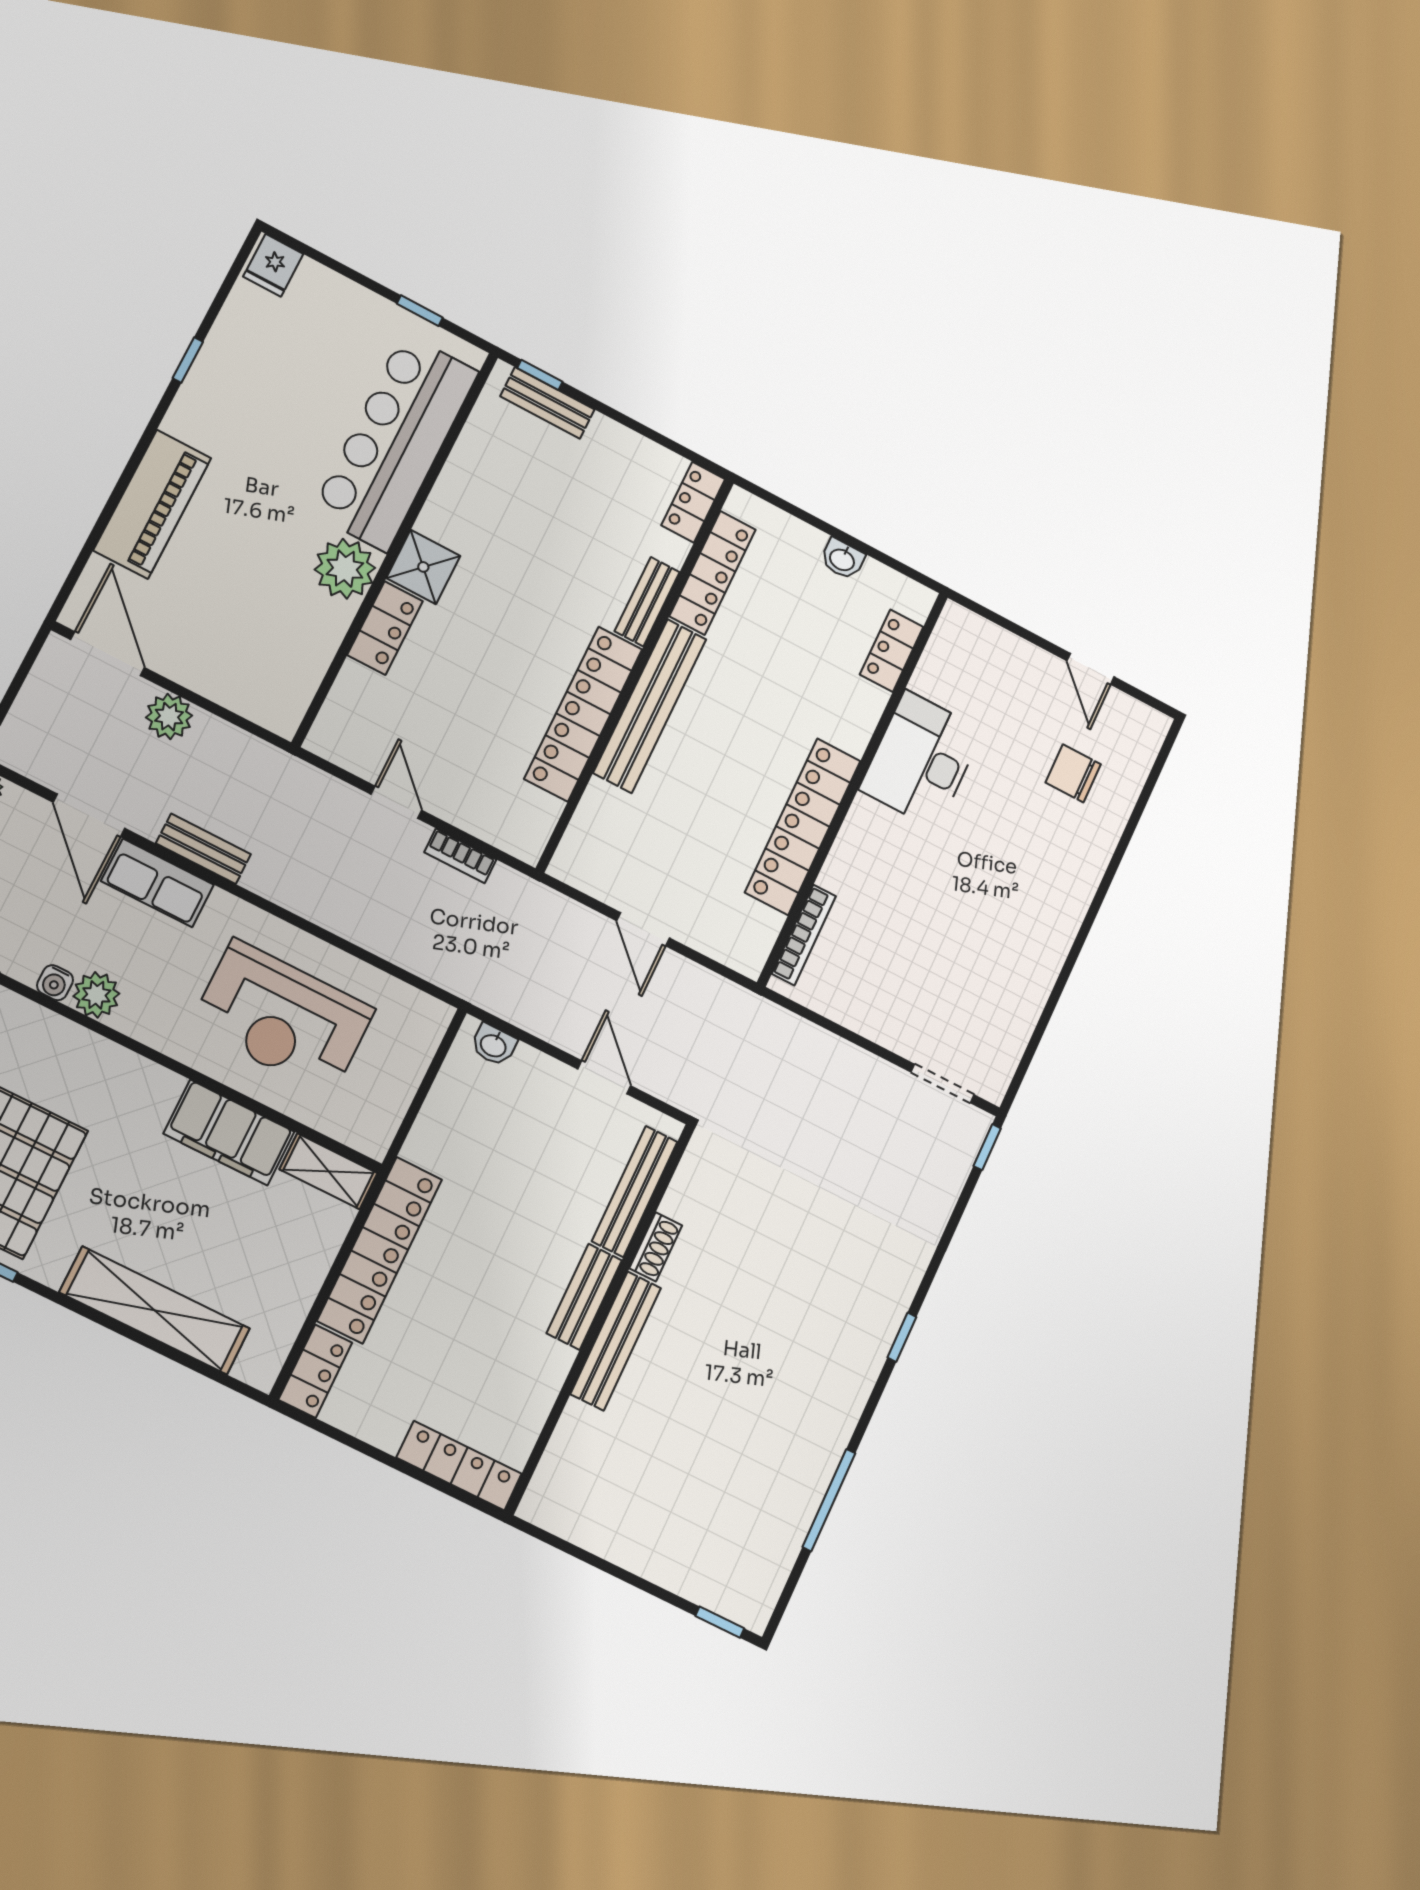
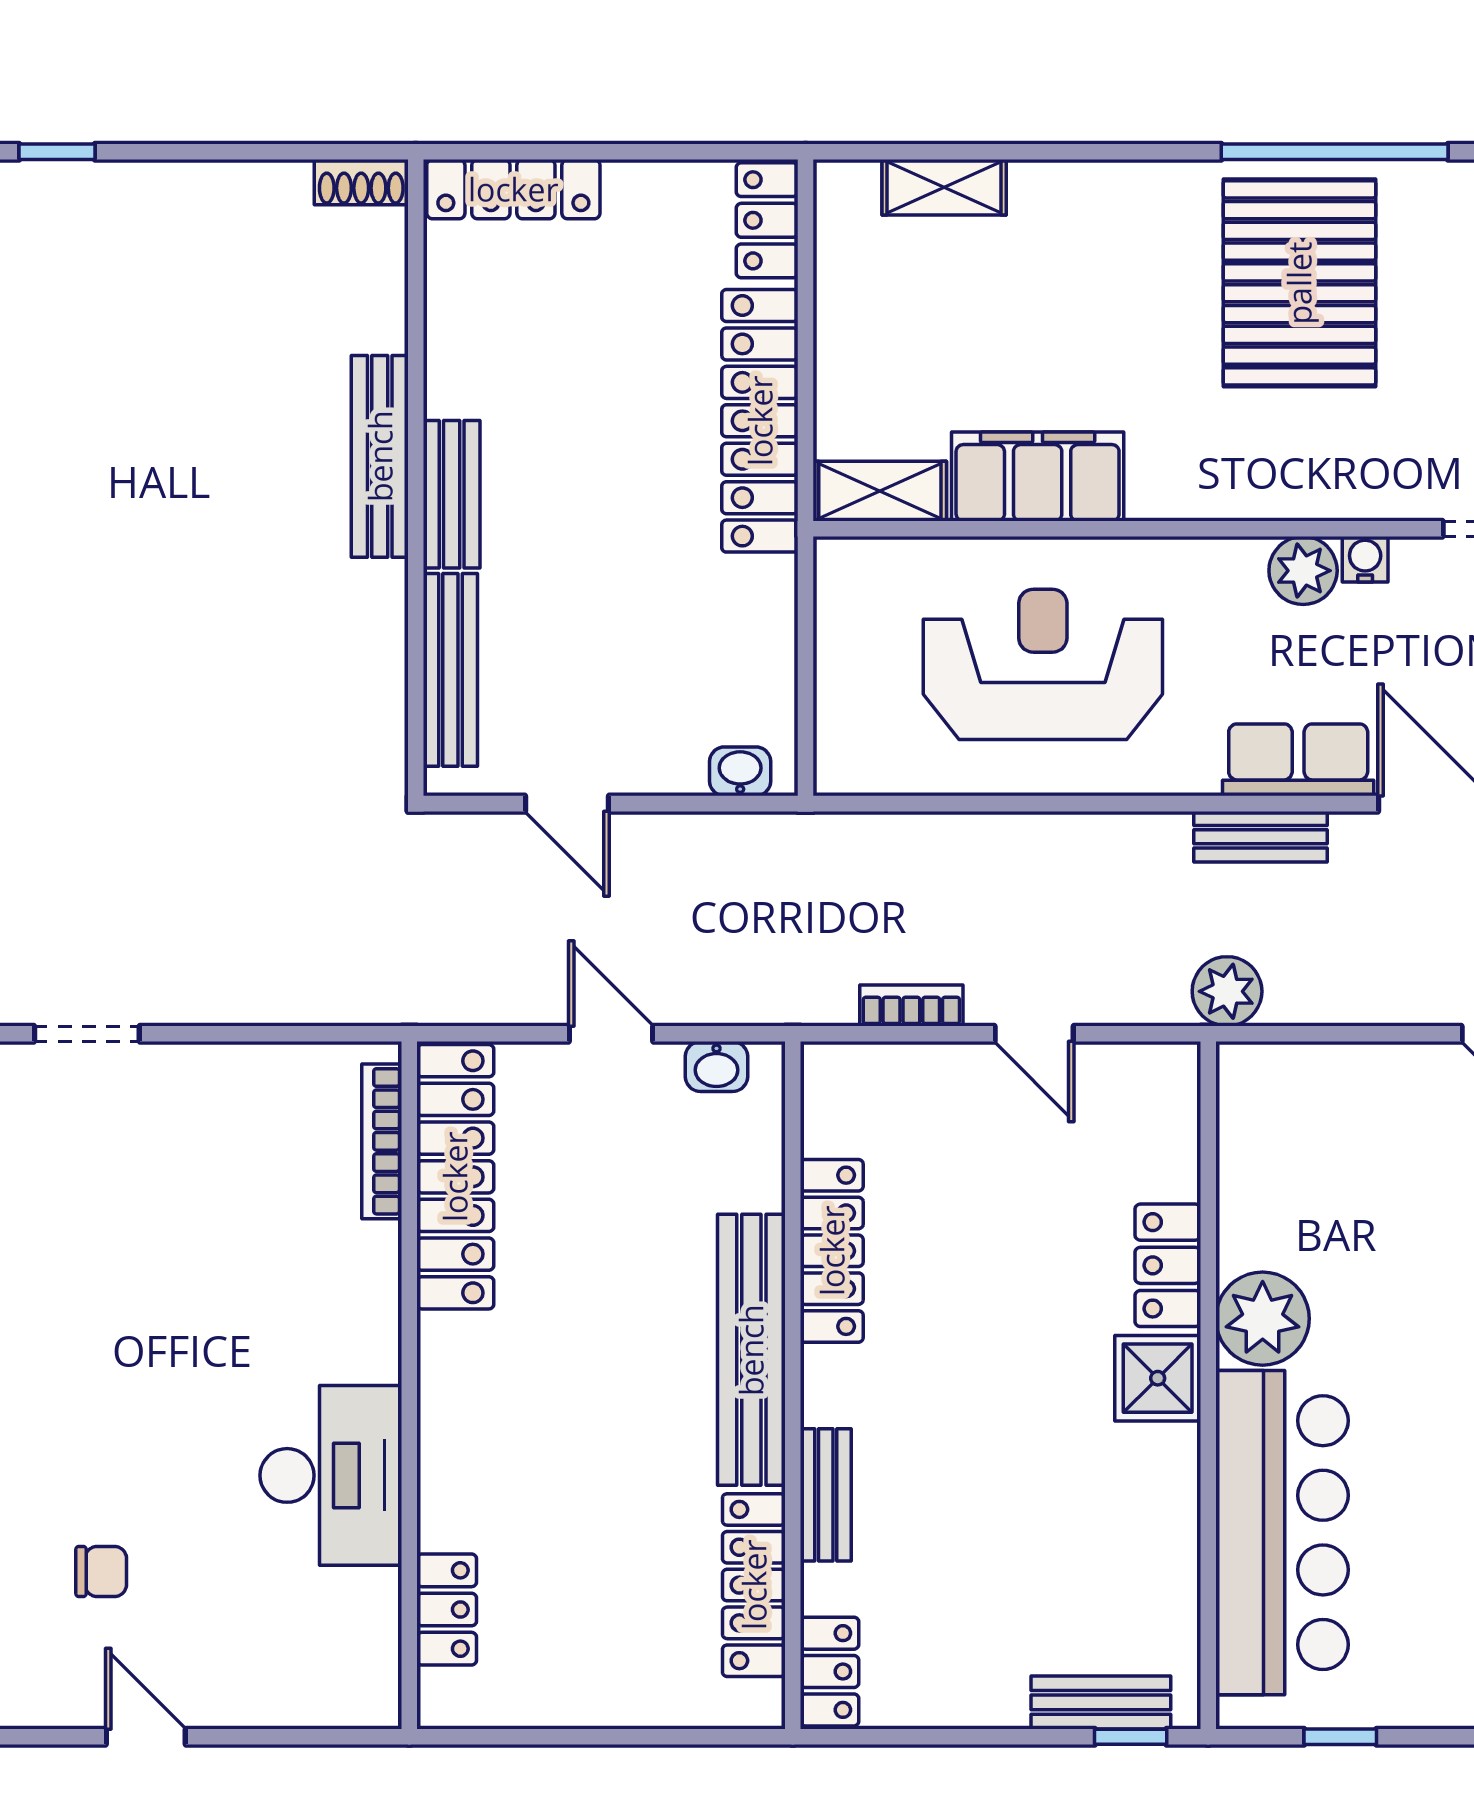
washbasin: (842, 559) -> (716, 1067), moved, turned 180
locker: (583, 714) -> (832, 1251), width x0.71, depth x0.83
plant: (169, 717) -> (1227, 991), moved
chair: (1073, 773) -> (101, 1571), width x0.73, depth x0.73
locker: (803, 827) -> (455, 1177), moved
shoe rack: (656, 1247) -> (361, 182), moved, turned -90
shelving: (155, 1311) -> (944, 187), width x0.45, depth x0.75

